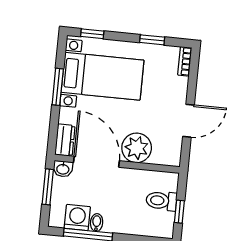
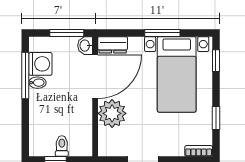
toilet: (161, 201) -> (62, 146), width x0.73, depth x0.72

